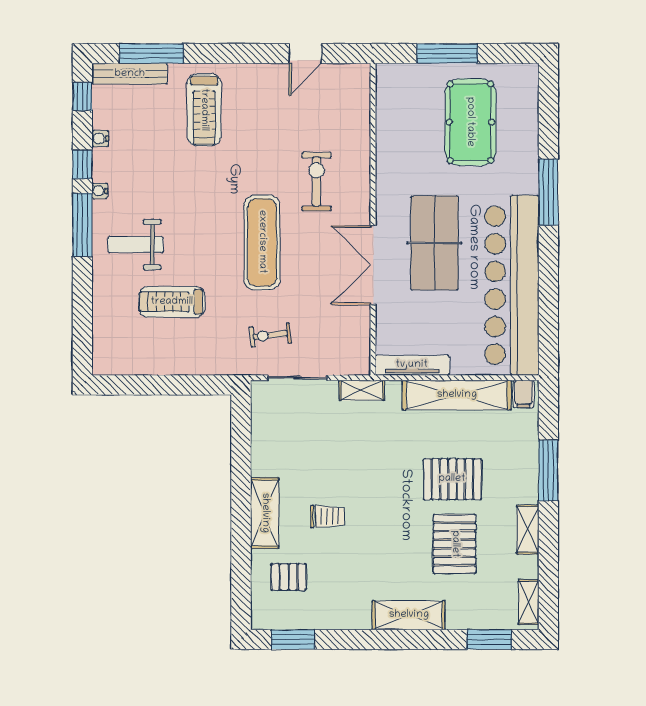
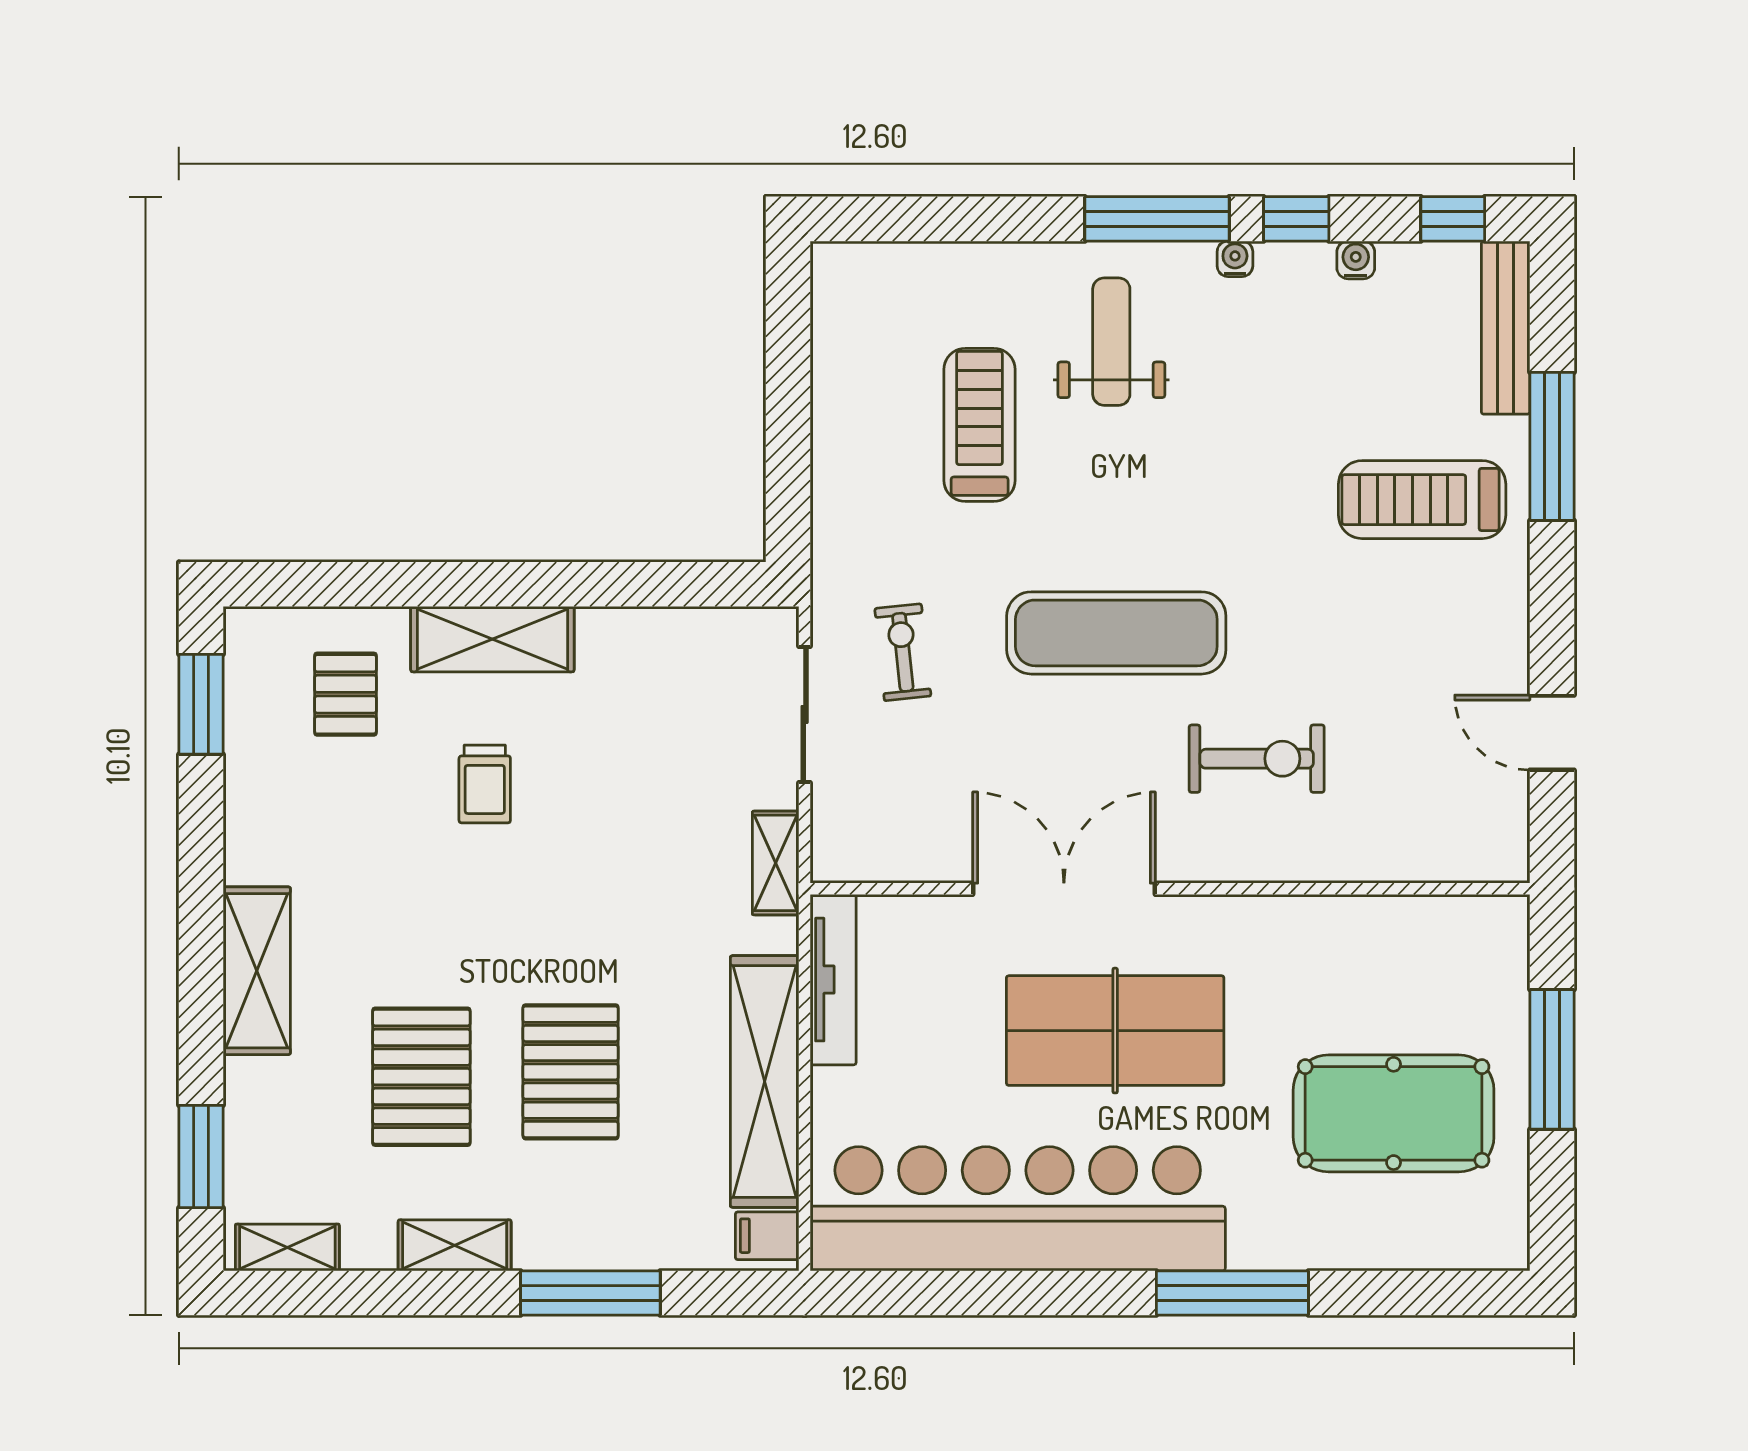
window: (151, 53) -> (1552, 446), moved
pallet: (455, 544) -> (421, 1077), turned 90

